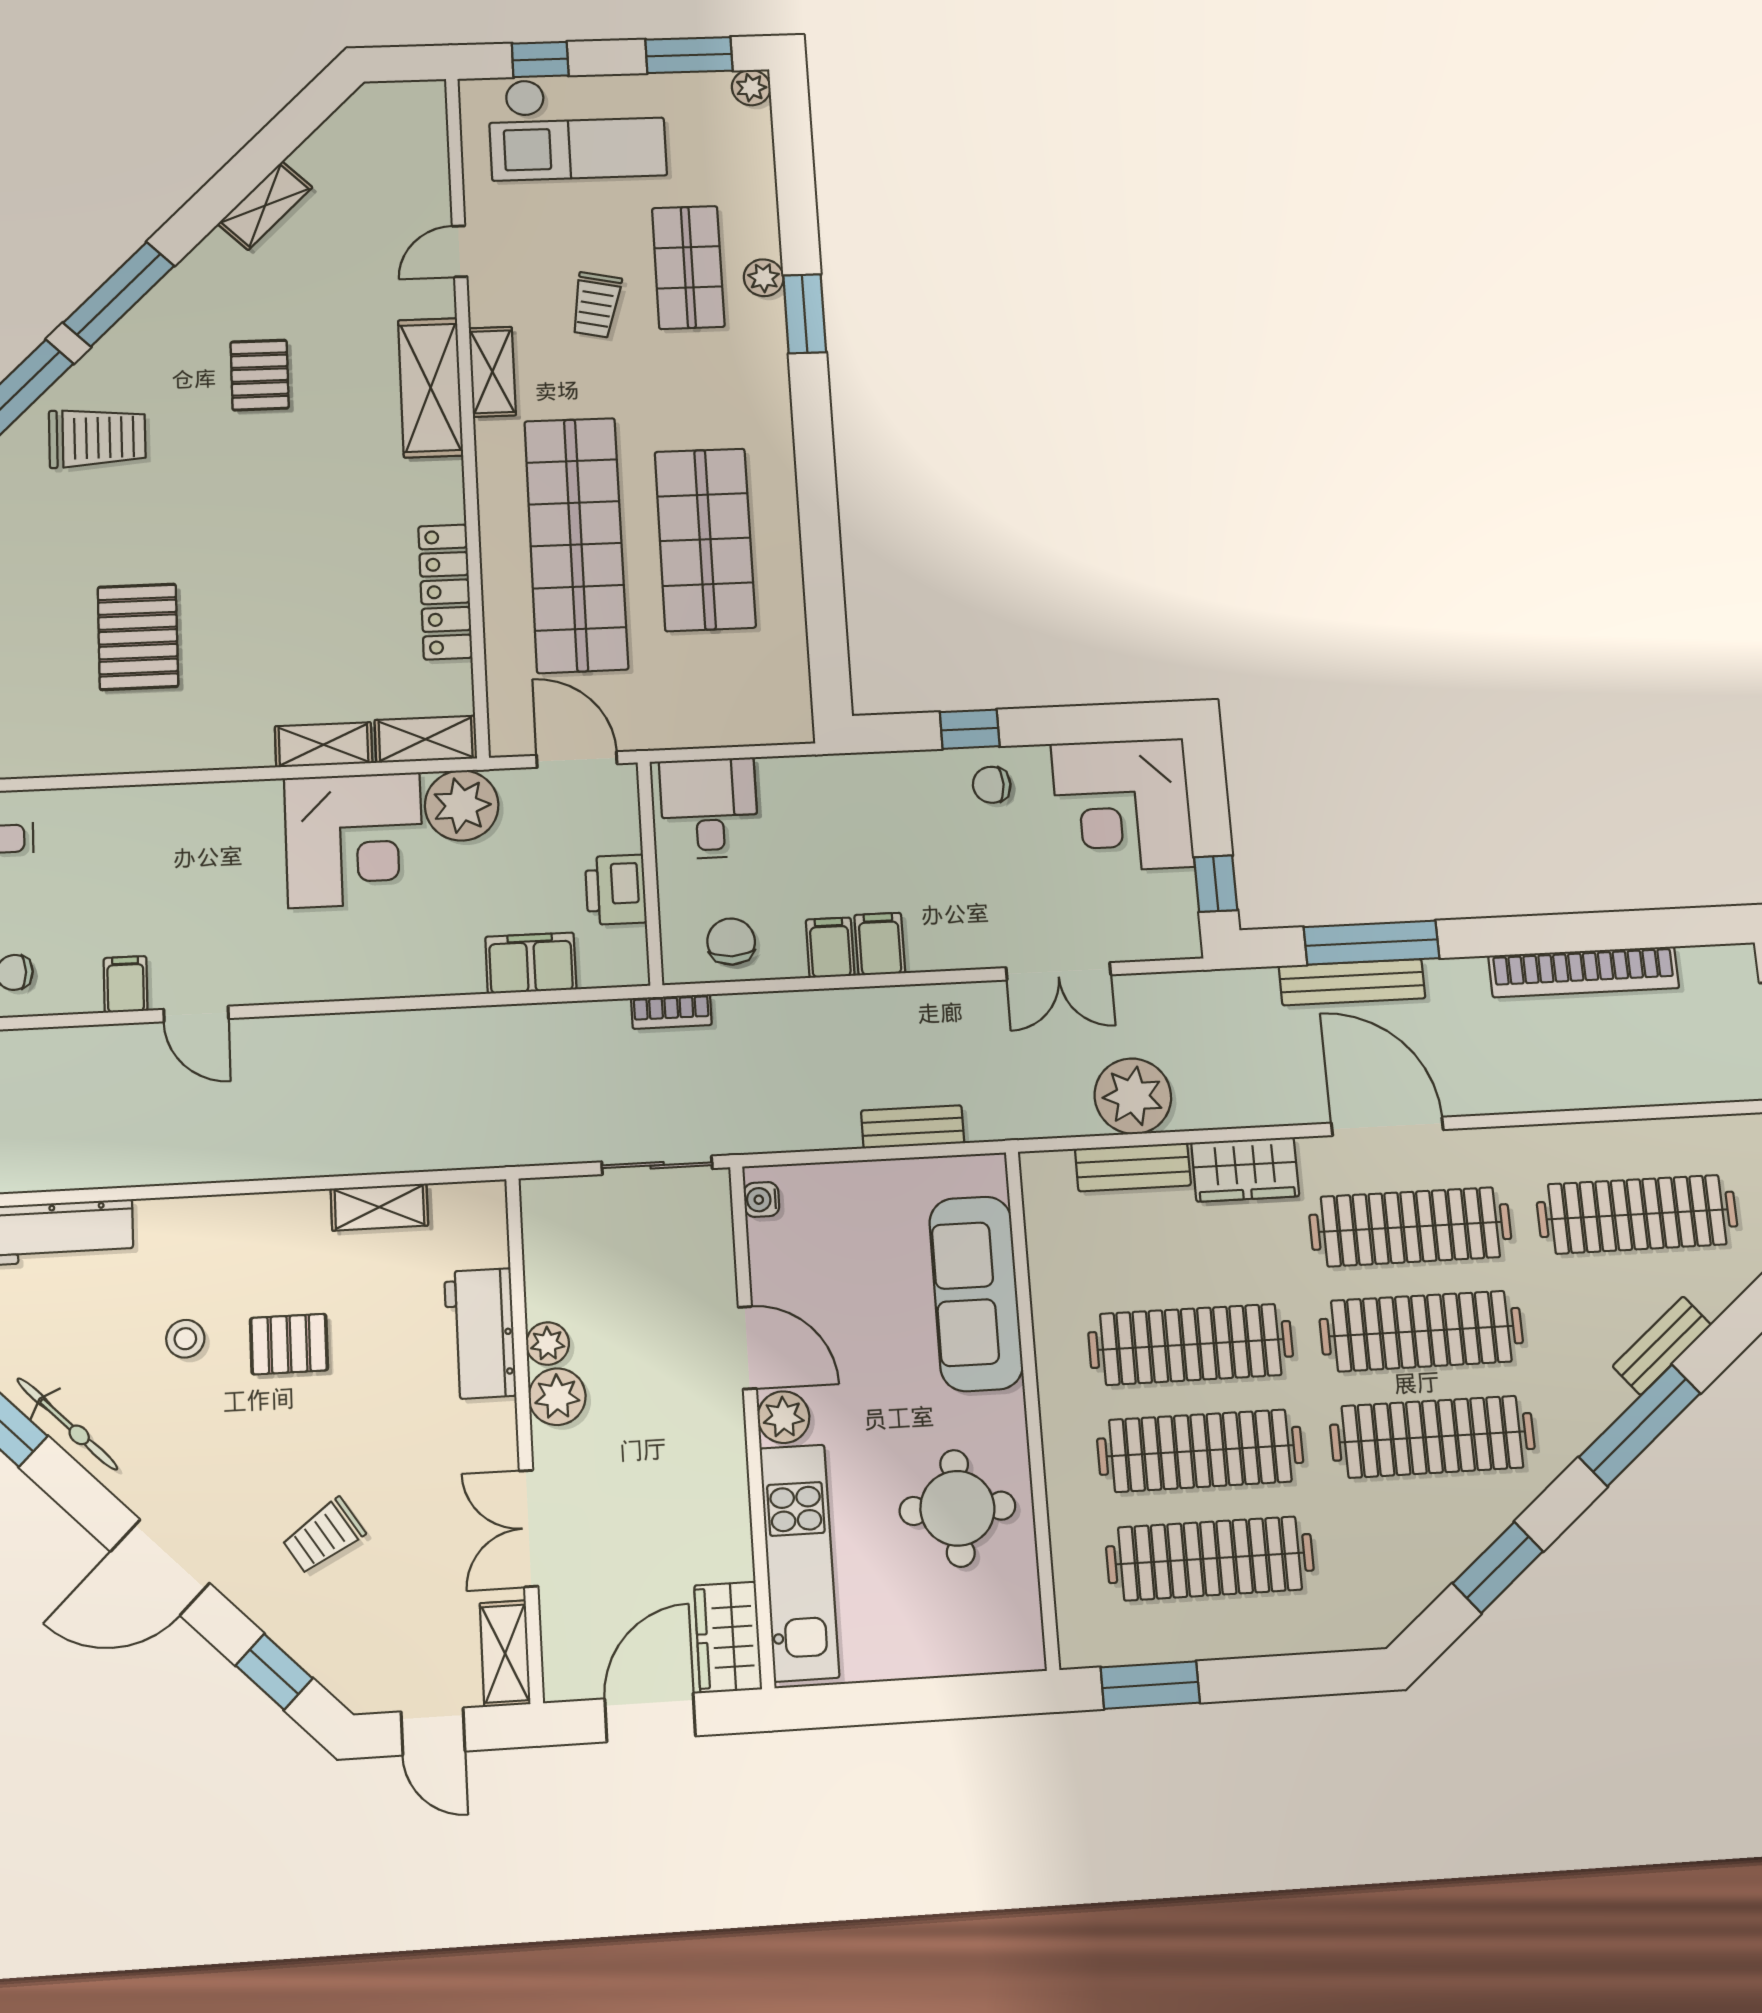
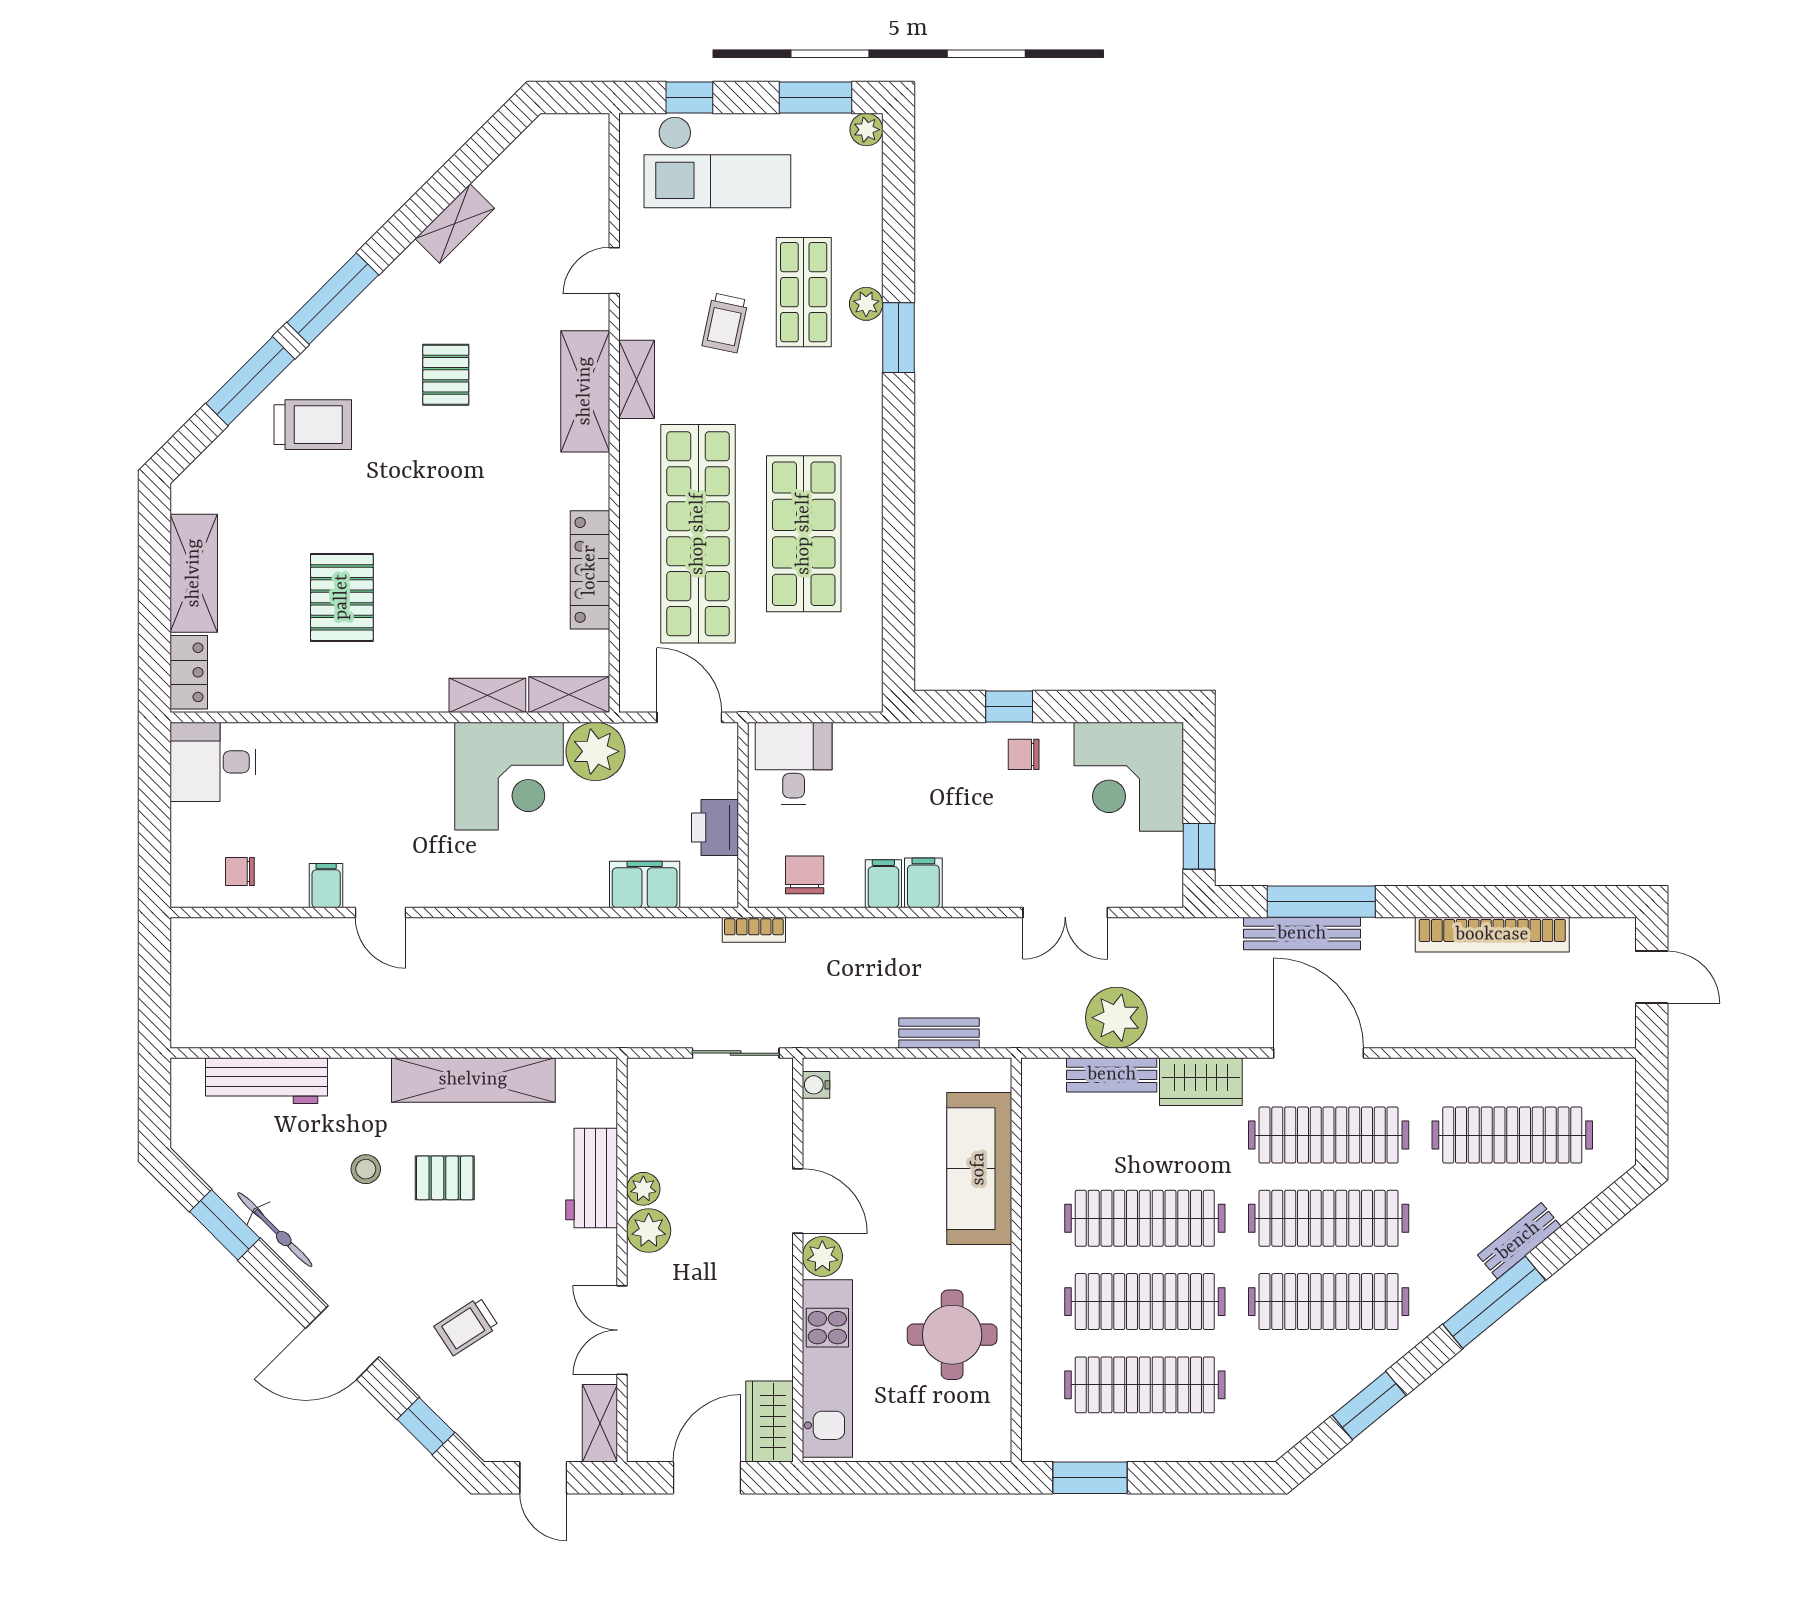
shelving: (379, 1207) -> (473, 1080), width x2.20, depth x1.33

